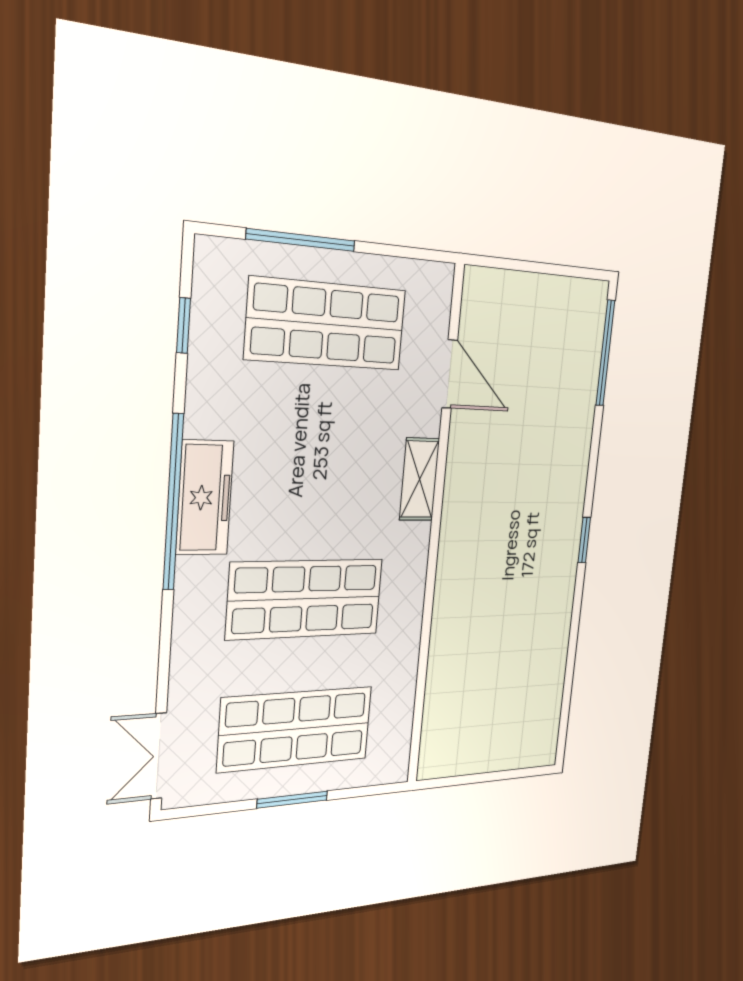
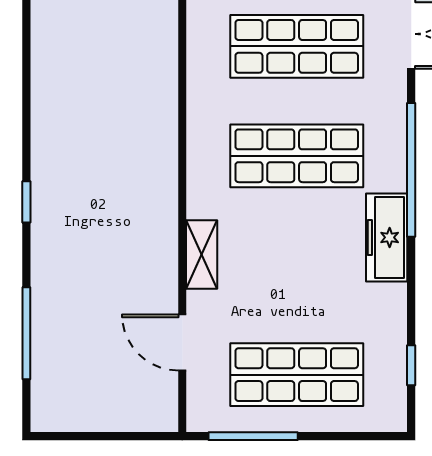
window: (301, 240) -> (253, 436), moved
window: (605, 353) -> (26, 333), moved
window: (173, 502) -> (411, 170), moved

